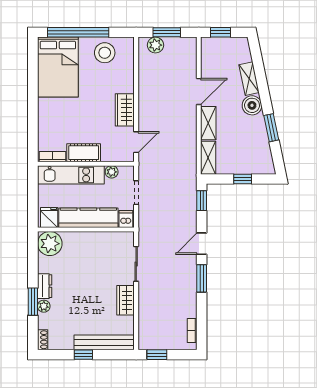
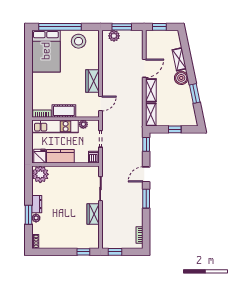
kitchen counter: (88, 218) -> (60, 156), width x0.67
bench: (104, 342) -> (78, 243), removed
window: (83, 355) -> (83, 252), moved

